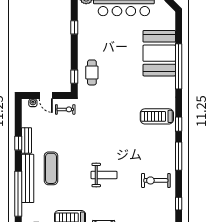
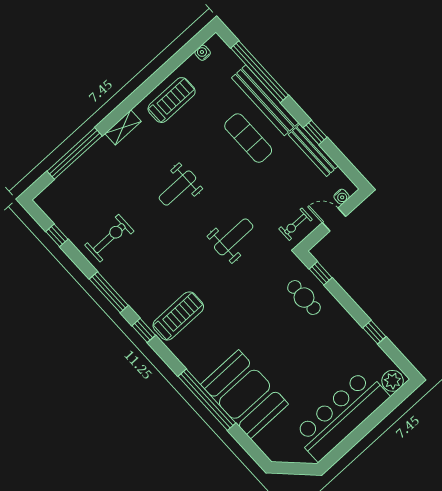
weight bench: (99, 129) -> (234, 237), added
bench: (26, 140) -> (313, 150), width x1.36

